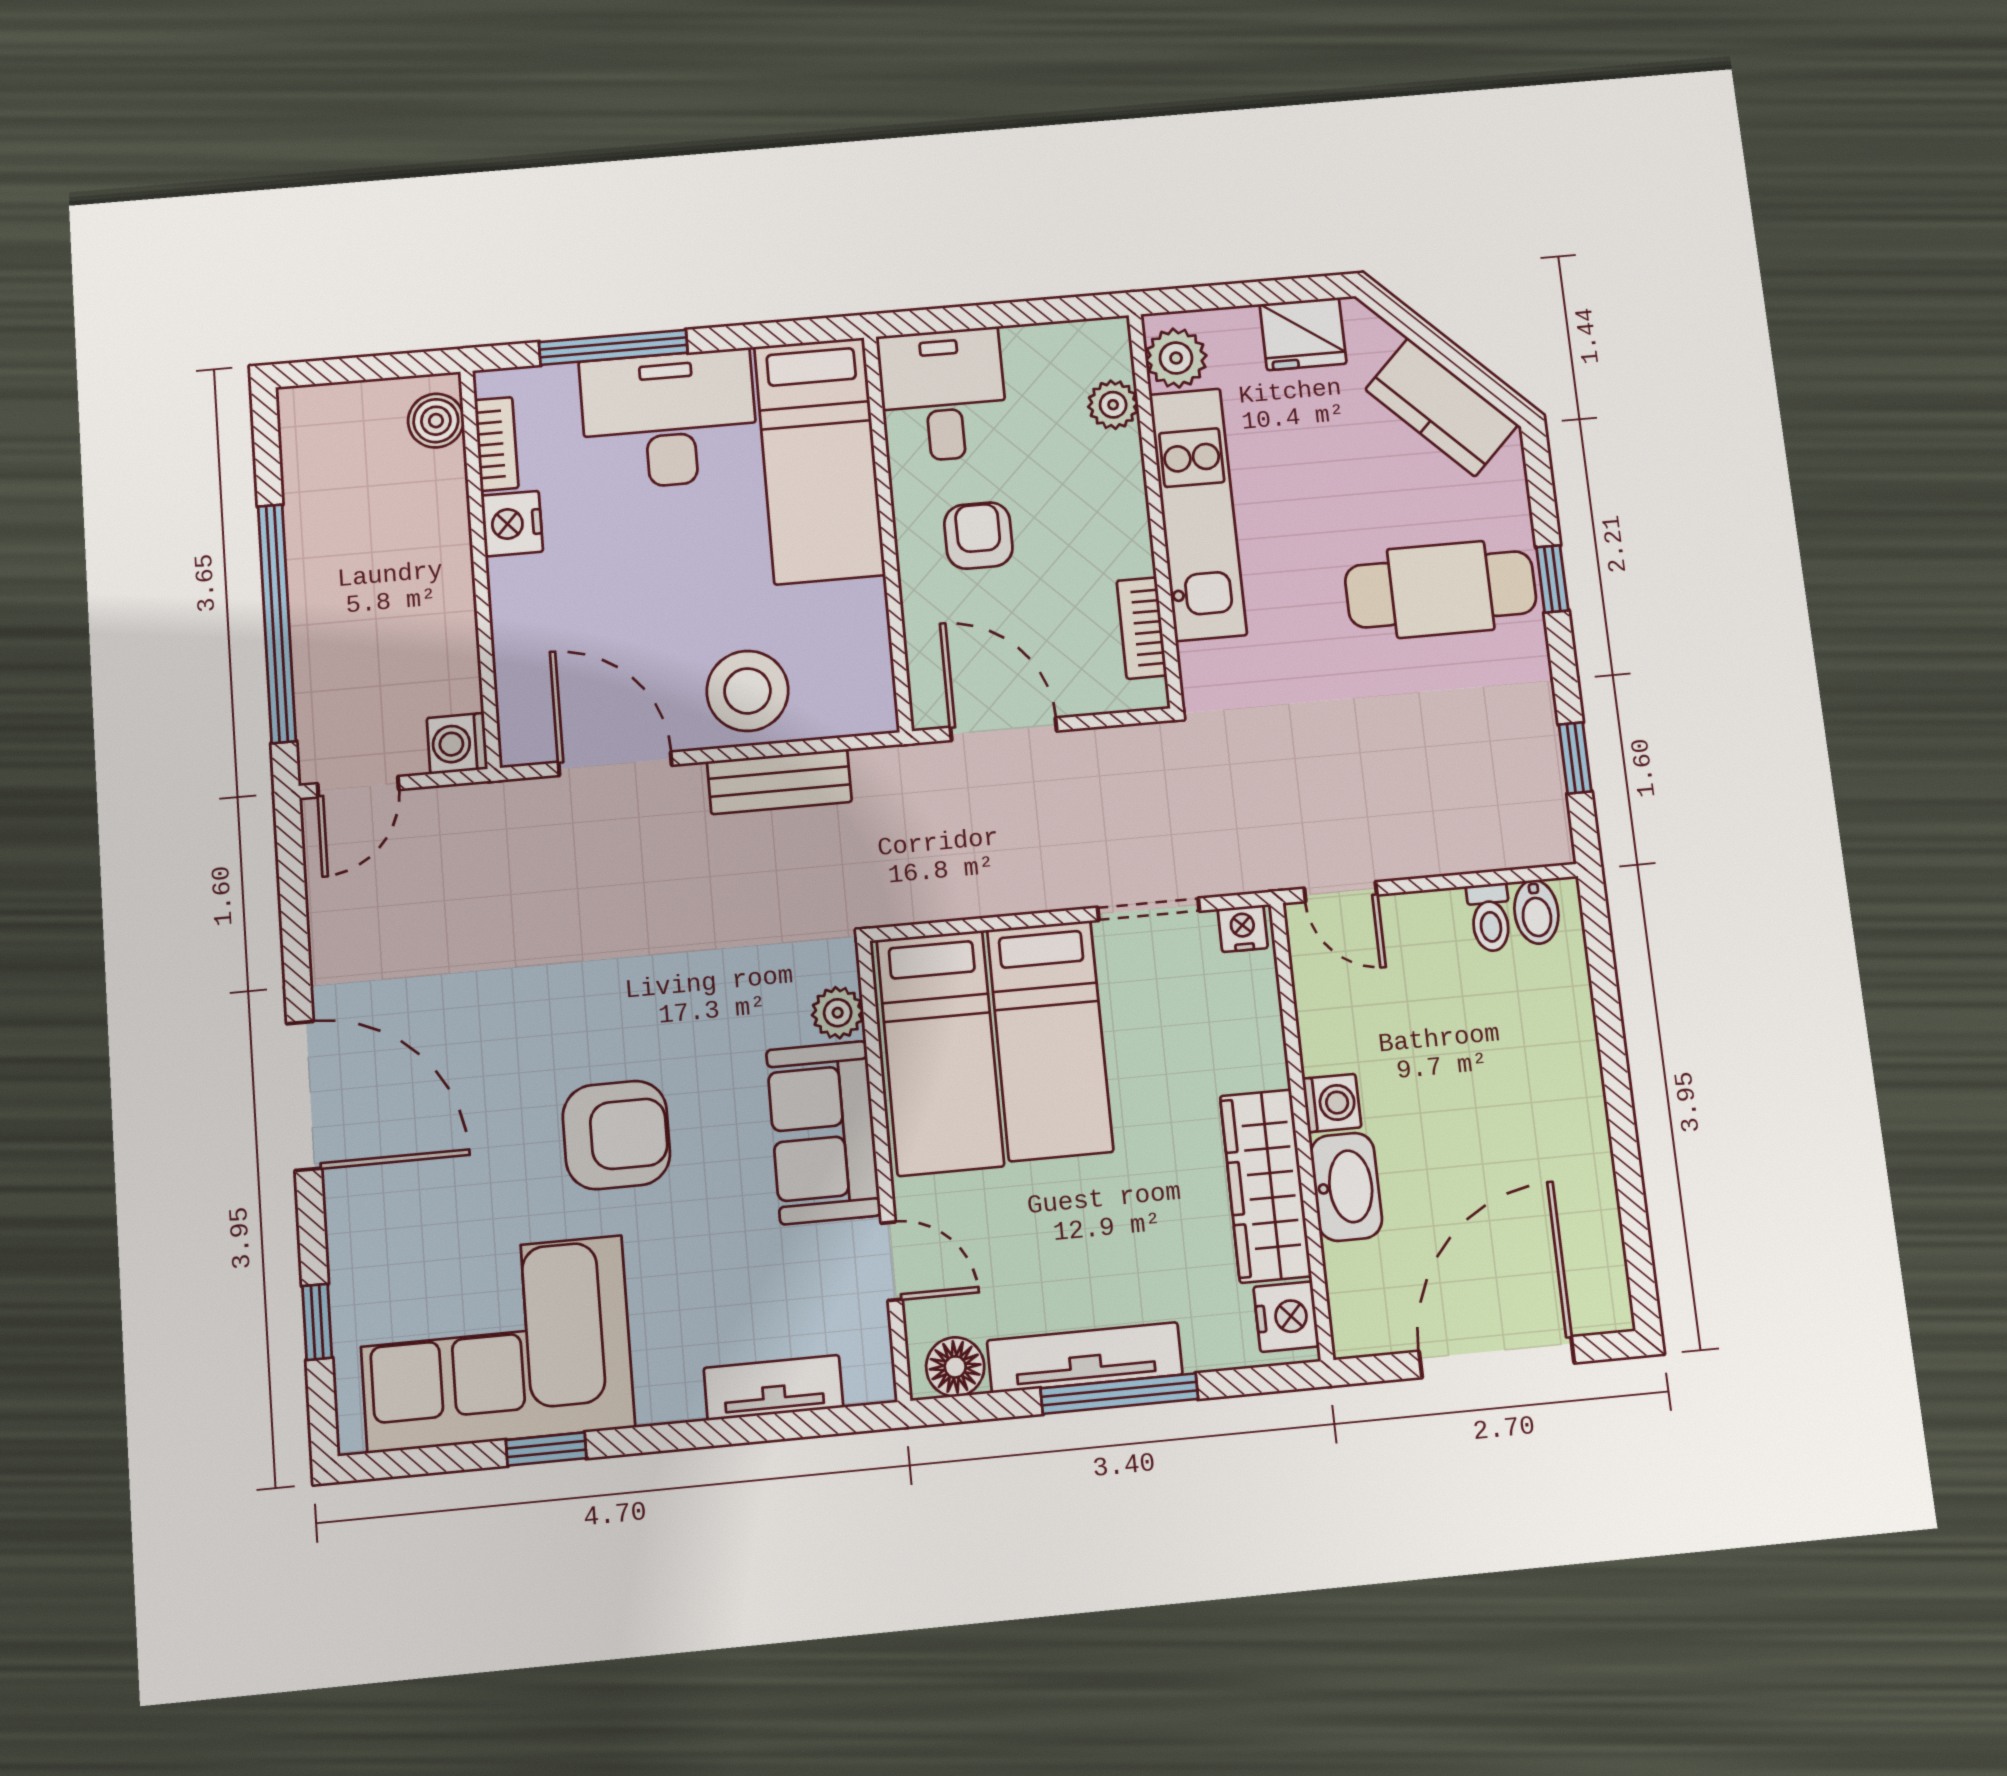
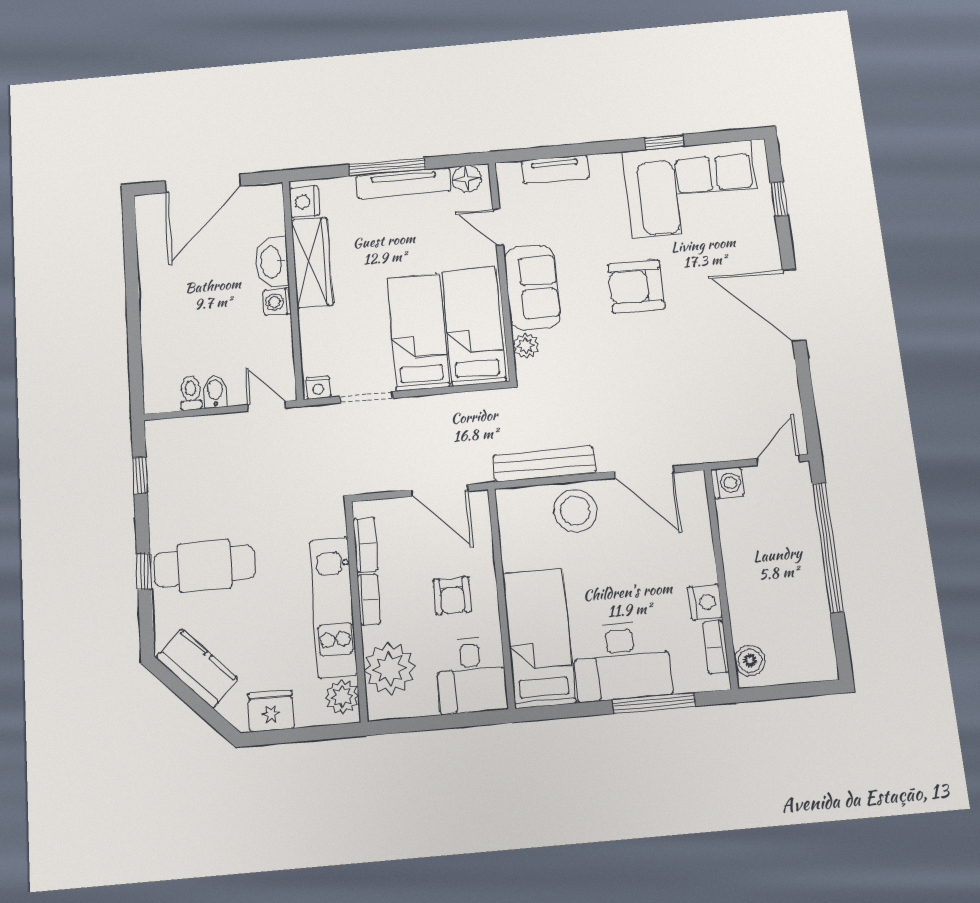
plant: (1113, 405) -> (390, 669), width x1.88, depth x1.88
bookcase: (1133, 529) -> (369, 599), added
bench: (779, 782) -> (544, 464), width x1.36
bidet: (1536, 912) -> (215, 392), moved

